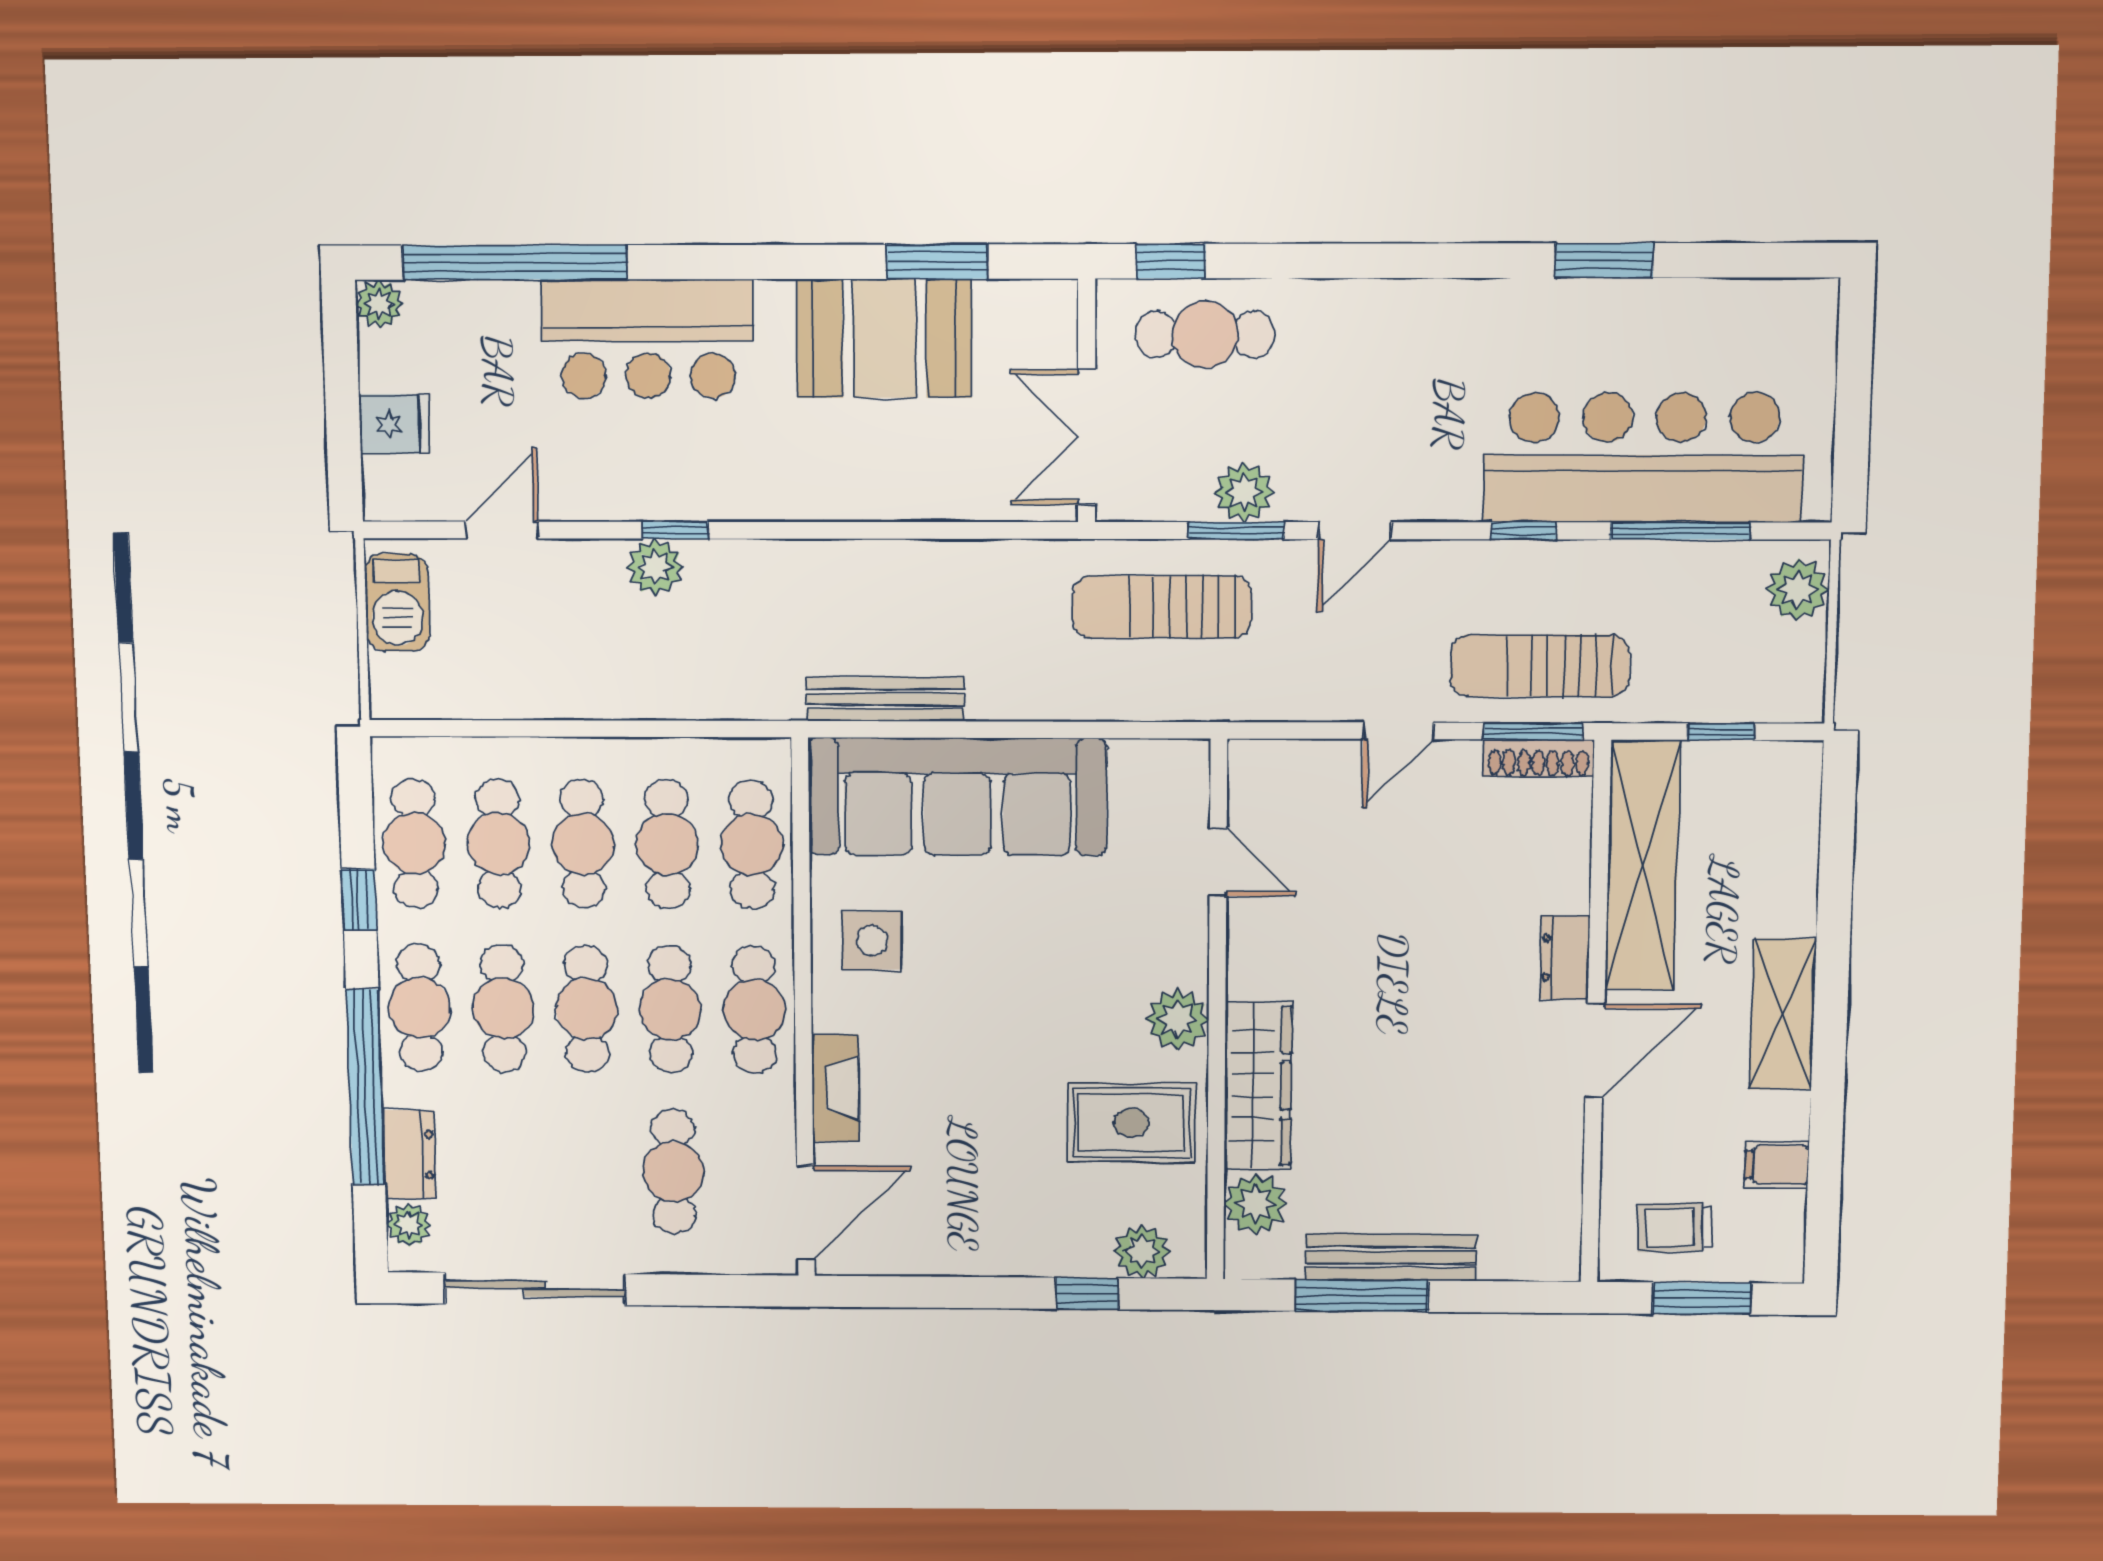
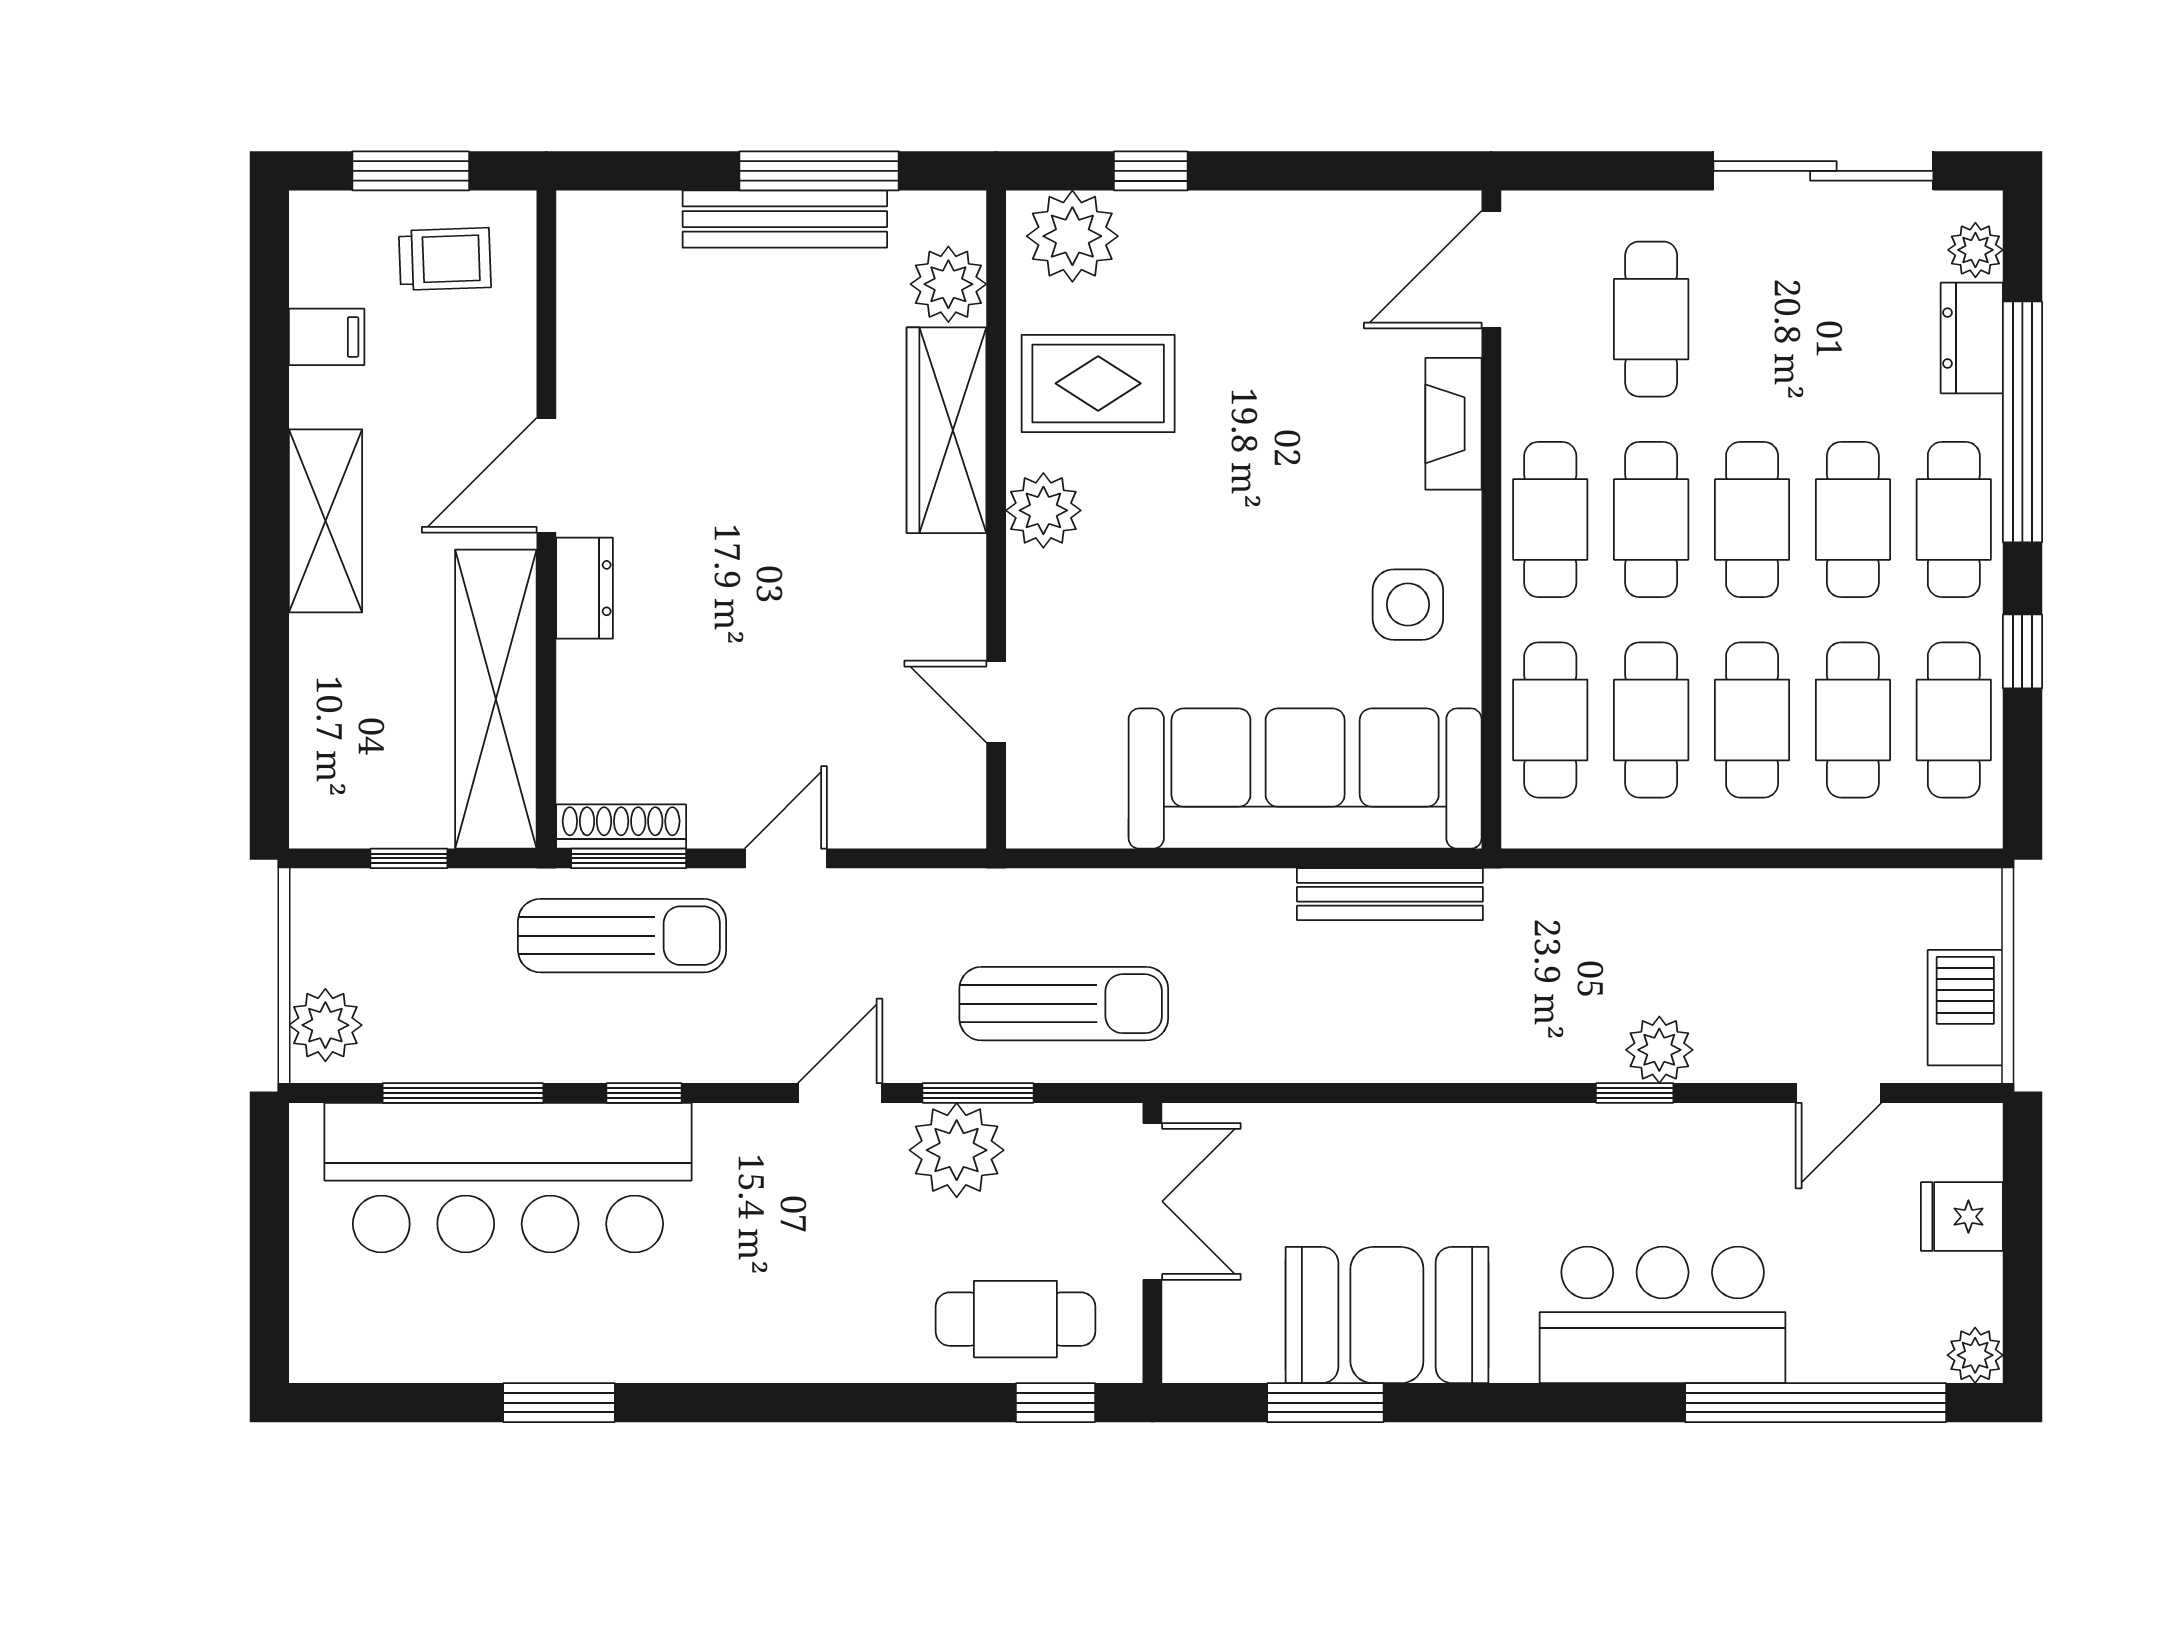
plant: (1244, 492) -> (957, 1150), width x1.36, depth x1.36
plant: (1142, 1251) -> (1072, 236), width x1.36, depth x1.36

